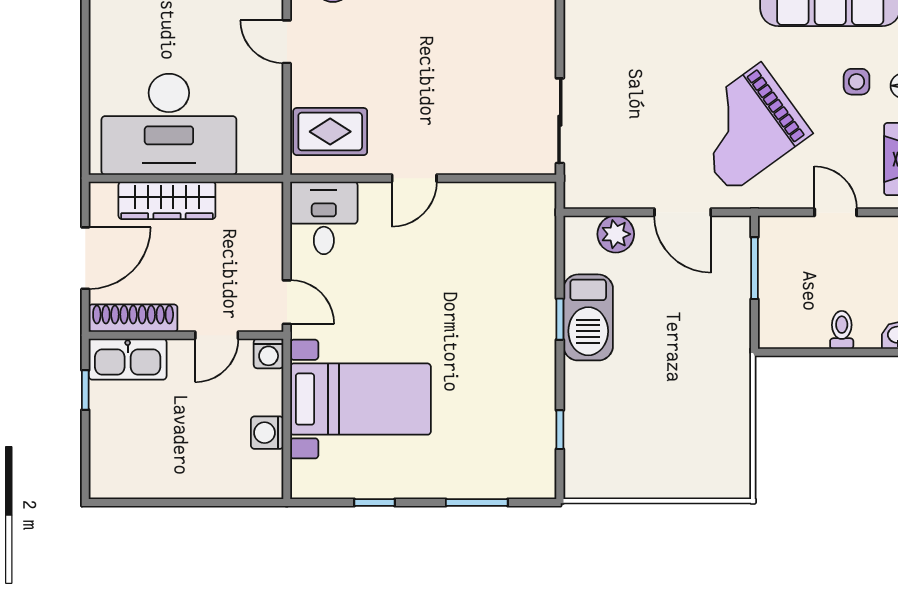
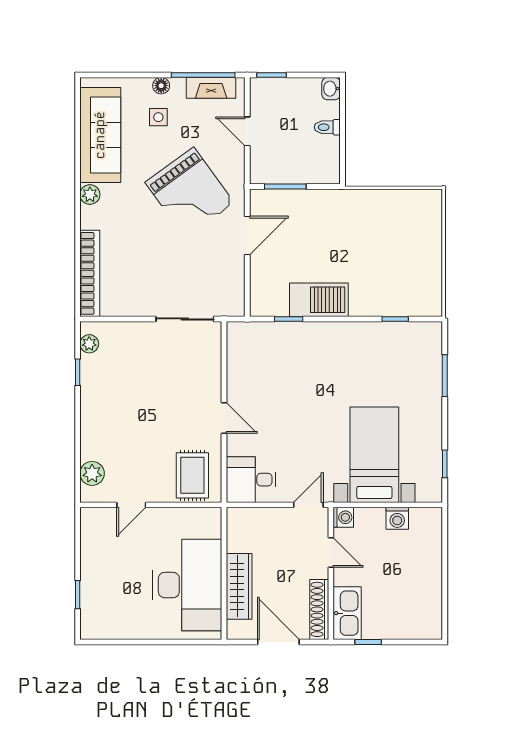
door: (836, 212) -> (247, 131), hinge flipped
plant: (616, 234) -> (262, 281), removed
window: (560, 319) -> (289, 319), moved
window: (375, 503) -> (445, 464), moved

